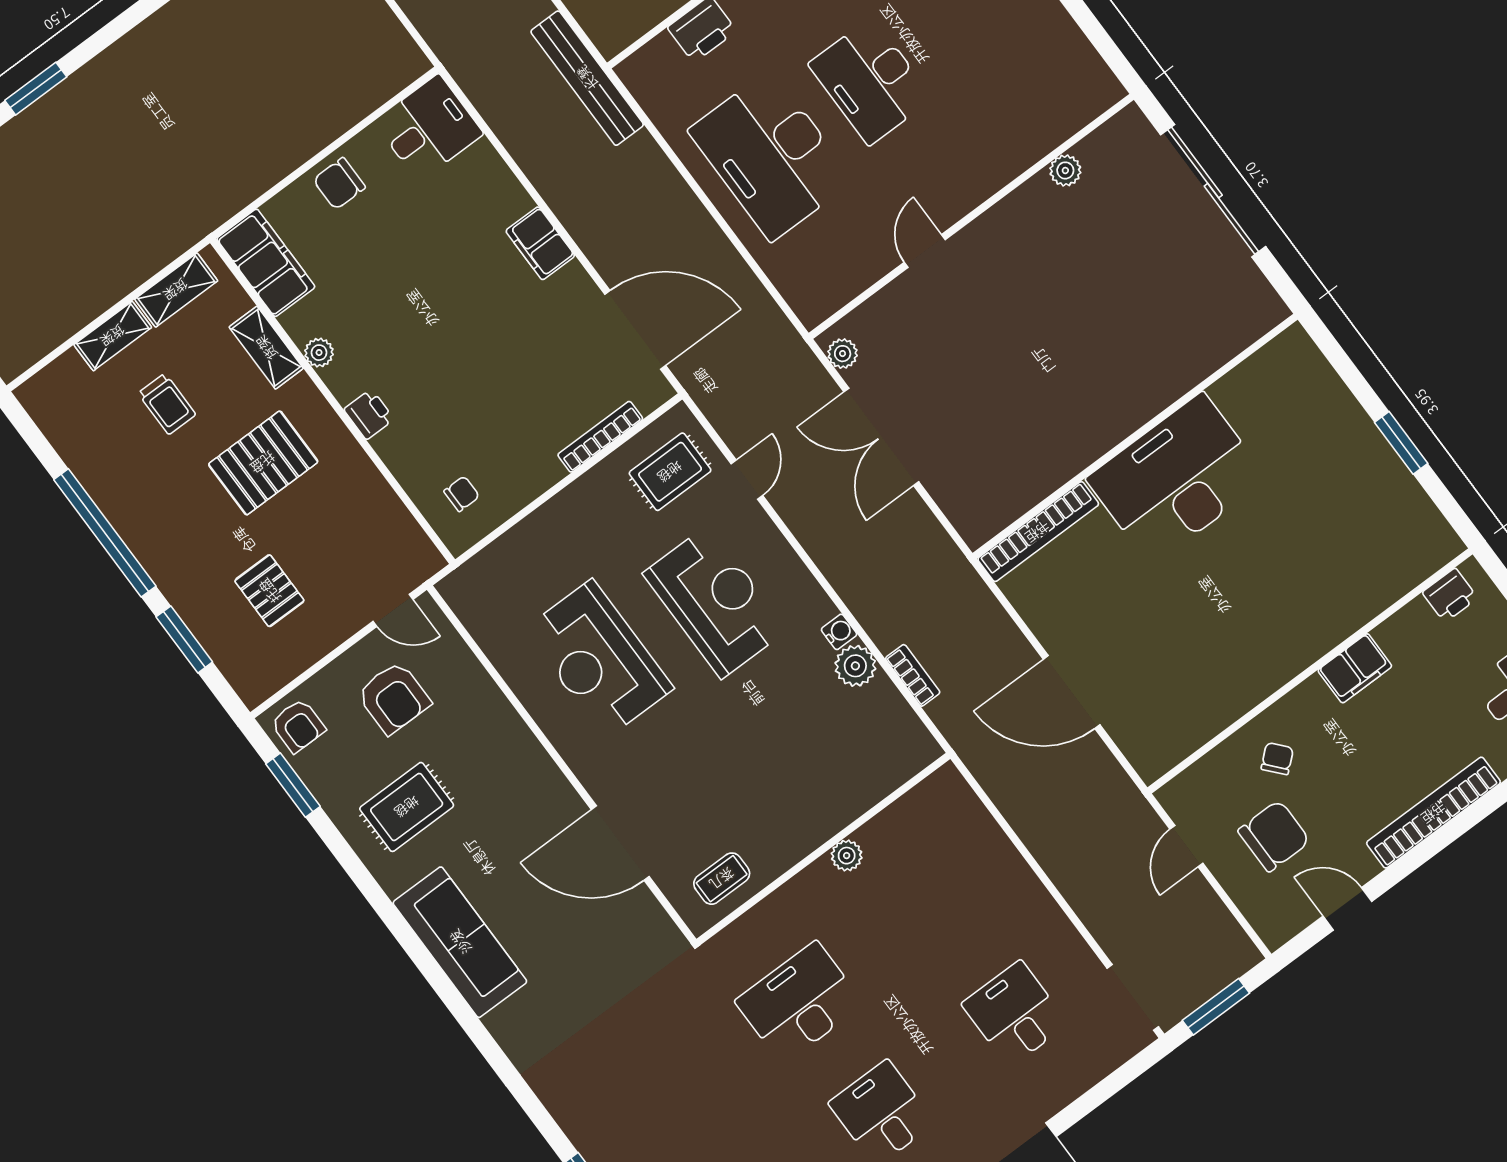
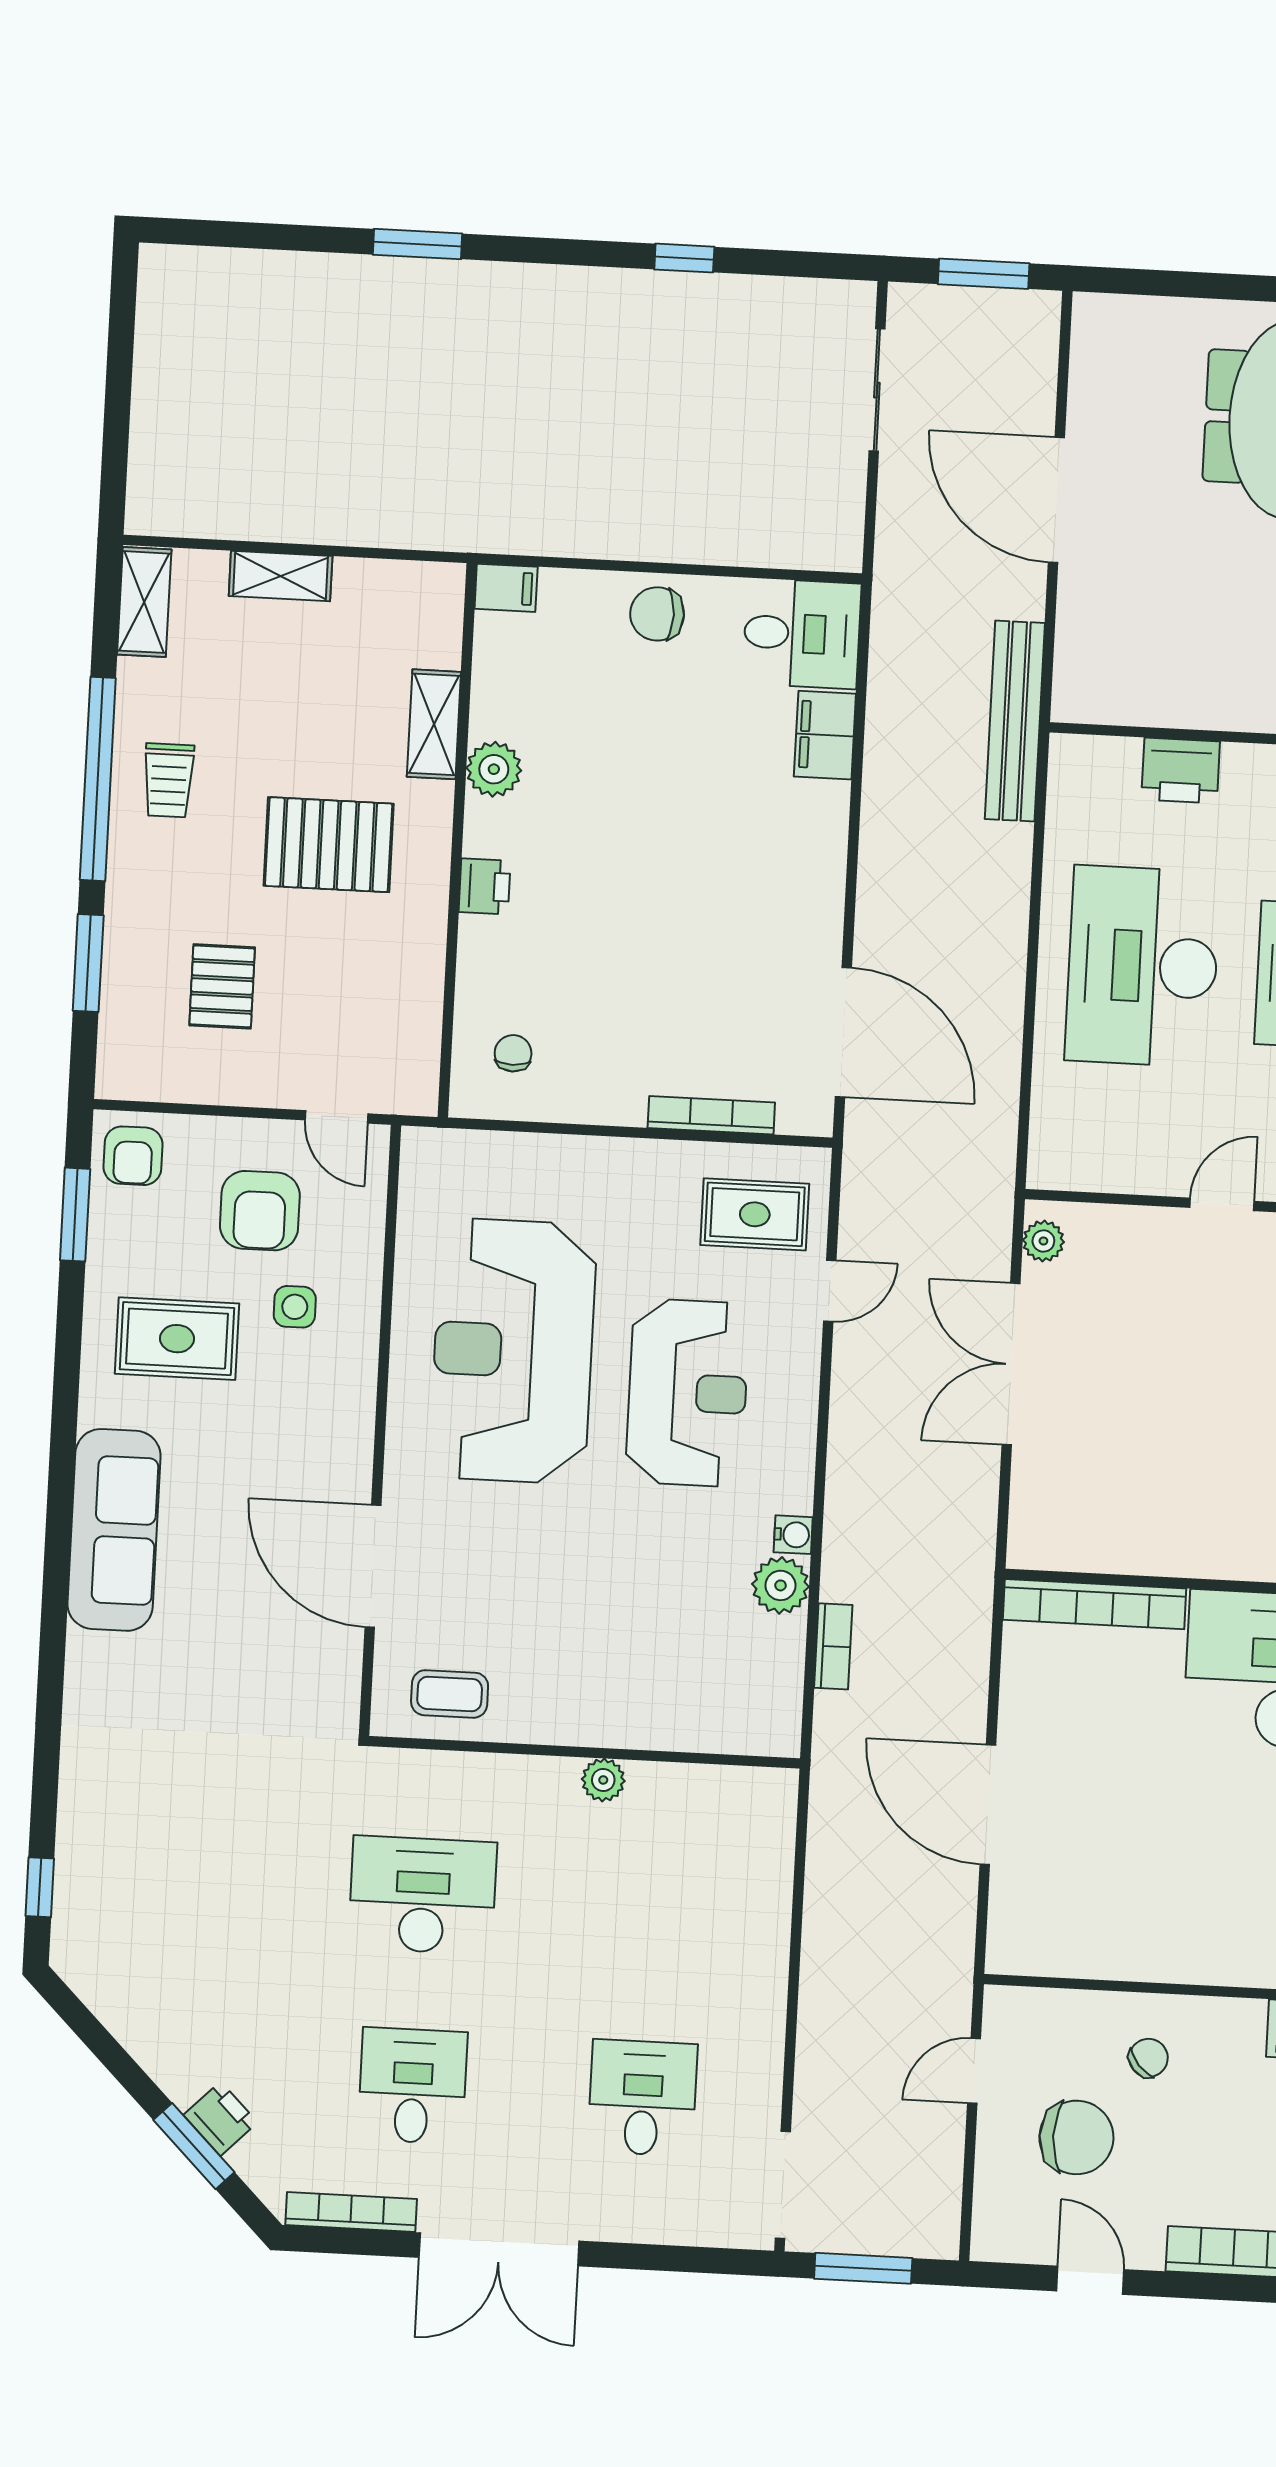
filing cabinet: (540, 243) -> (825, 735), moved
filing cabinet: (266, 263) -> (506, 588), width x0.33, depth x0.86
shelving: (176, 290) -> (144, 602), moved, turned 90
plant: (319, 353) -> (494, 769), width x1.38, depth x1.38
trolley: (167, 404) -> (169, 780), moved
chair: (462, 494) -> (513, 1053), turned -90
reception desk: (599, 659) -> (513, 1351), width x1.36, depth x1.30
side table: (457, 735) -> (295, 1307), added

